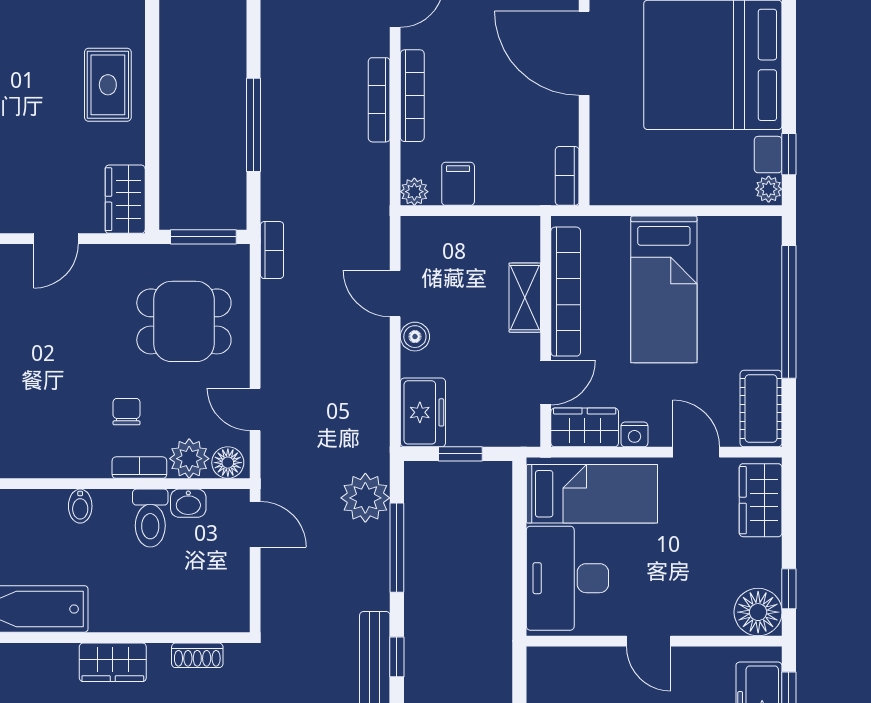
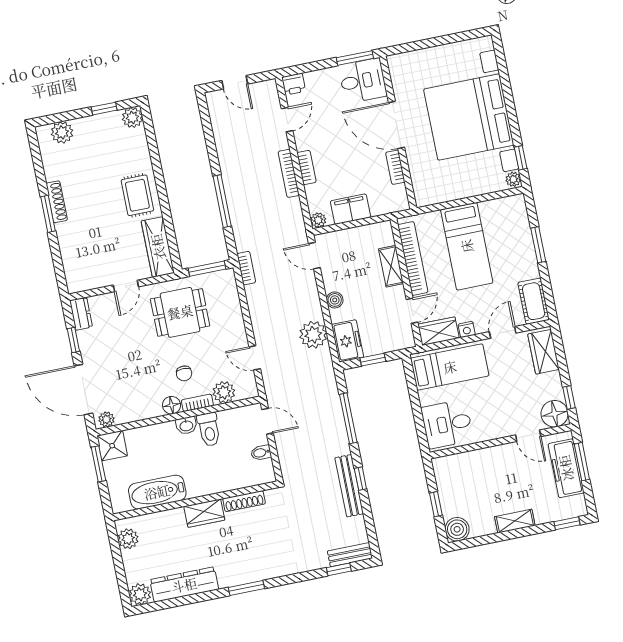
bookcase: (412, 96) -> (306, 167), width x0.64
bookcase: (567, 176) -> (395, 167), moved
filing cabinet: (458, 184) -> (350, 209), width x2.00
wardrobe: (125, 199) -> (158, 247), width x1.50
door: (395, 294) -> (314, 256), moved
window: (789, 312) -> (538, 245), width x0.47
dining table: (184, 321) -> (180, 312), moved
chair: (127, 412) -> (184, 373), turned 180
door: (696, 452) -> (503, 332), hinge flipped
floor lamp: (228, 463) -> (172, 405), moved
plant: (365, 498) -> (313, 335), moved
washbasin: (188, 503) -> (186, 425), moved
bidet: (80, 506) -> (261, 453), moved, turned 90
desk: (567, 578) -> (447, 424), width x0.73
door: (649, 641) -> (528, 436), moved
shoe rack: (197, 655) -> (244, 501), width x1.43

